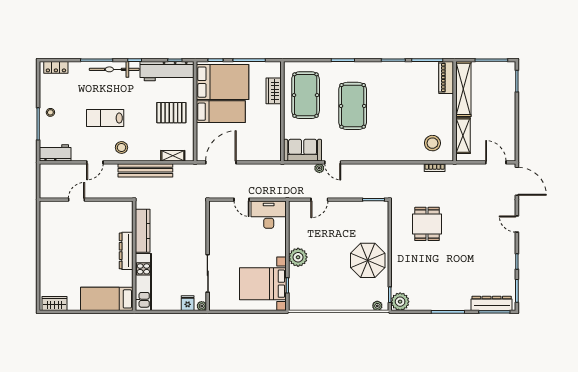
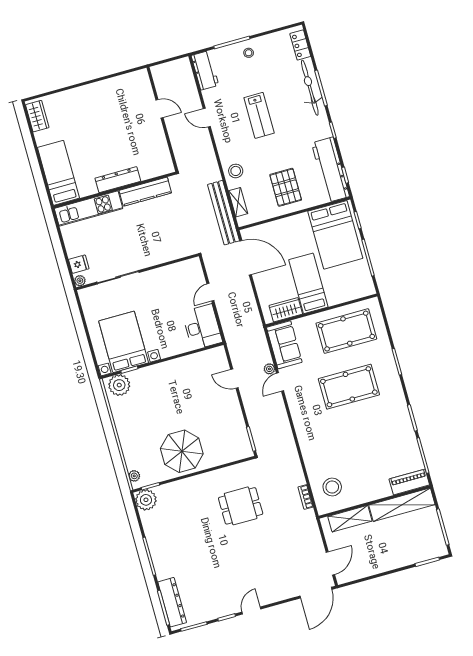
bicycle: (114, 69) -> (310, 88), moved
wardrobe: (274, 91) -> (286, 310), moved
bed: (221, 112) -> (308, 283), moved, turned 180
lab bench: (105, 118) -> (259, 115), turned 180
stool: (121, 147) -> (236, 171), moved
bench: (145, 170) -> (224, 213), moved
door: (517, 224) -> (251, 611), moved
plant: (298, 257) -> (119, 385), moved

